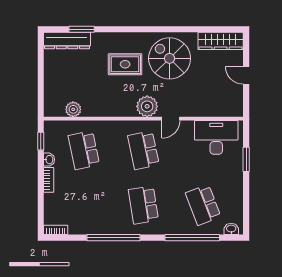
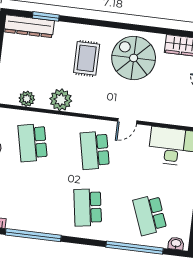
rug: (125, 64) -> (87, 58), turned 90
plant: (147, 106) -> (61, 100), moved
window: (113, 238) -> (33, 235), moved

